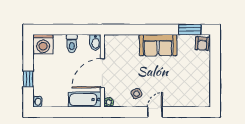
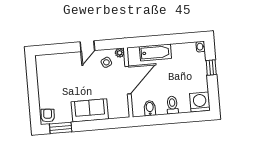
wall: (102, 71) -> (128, 82), moved
door: (102, 73) -> (128, 80), moved
plant: (109, 102) -> (120, 53), moved

